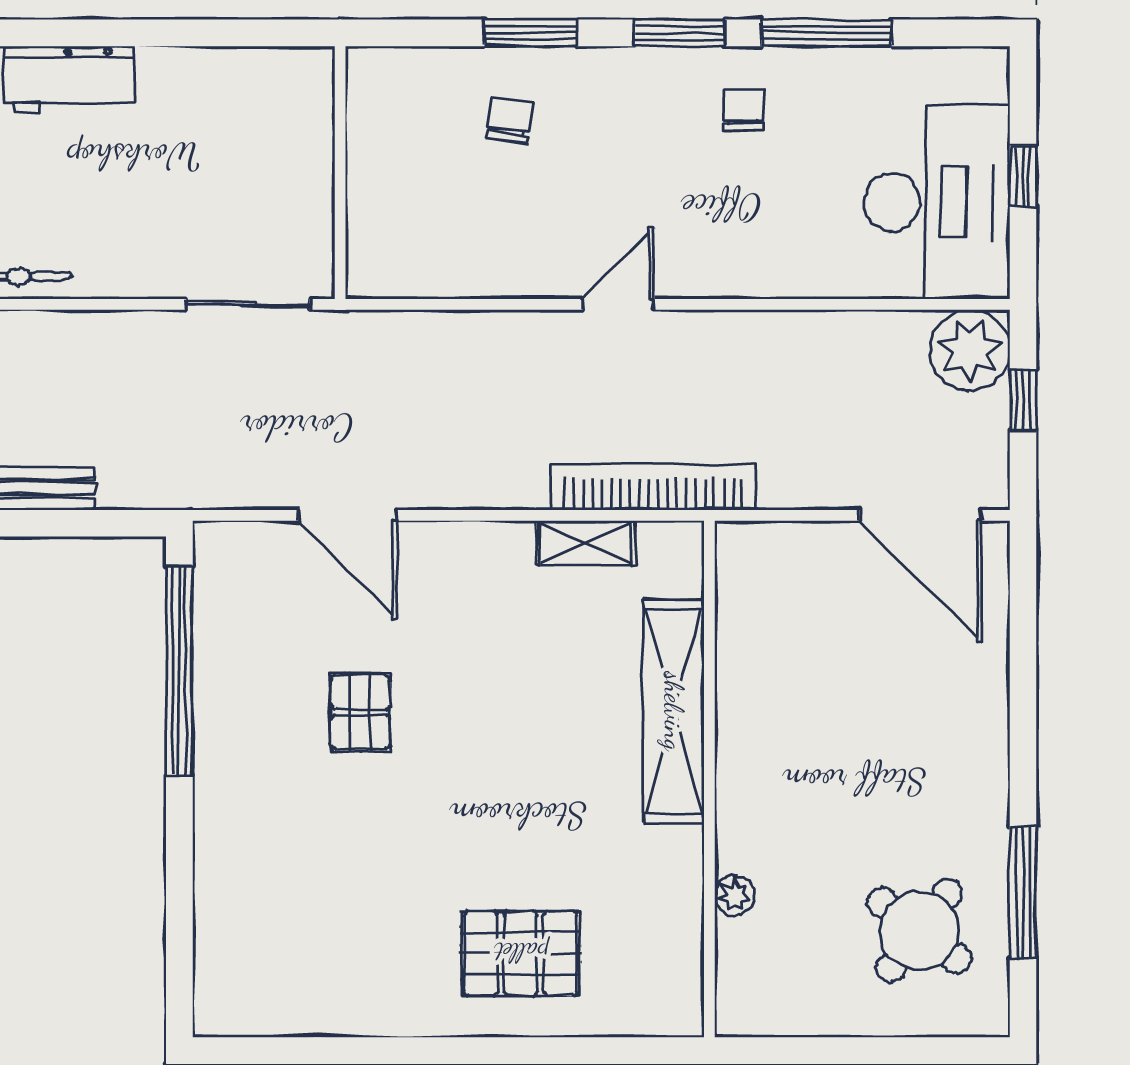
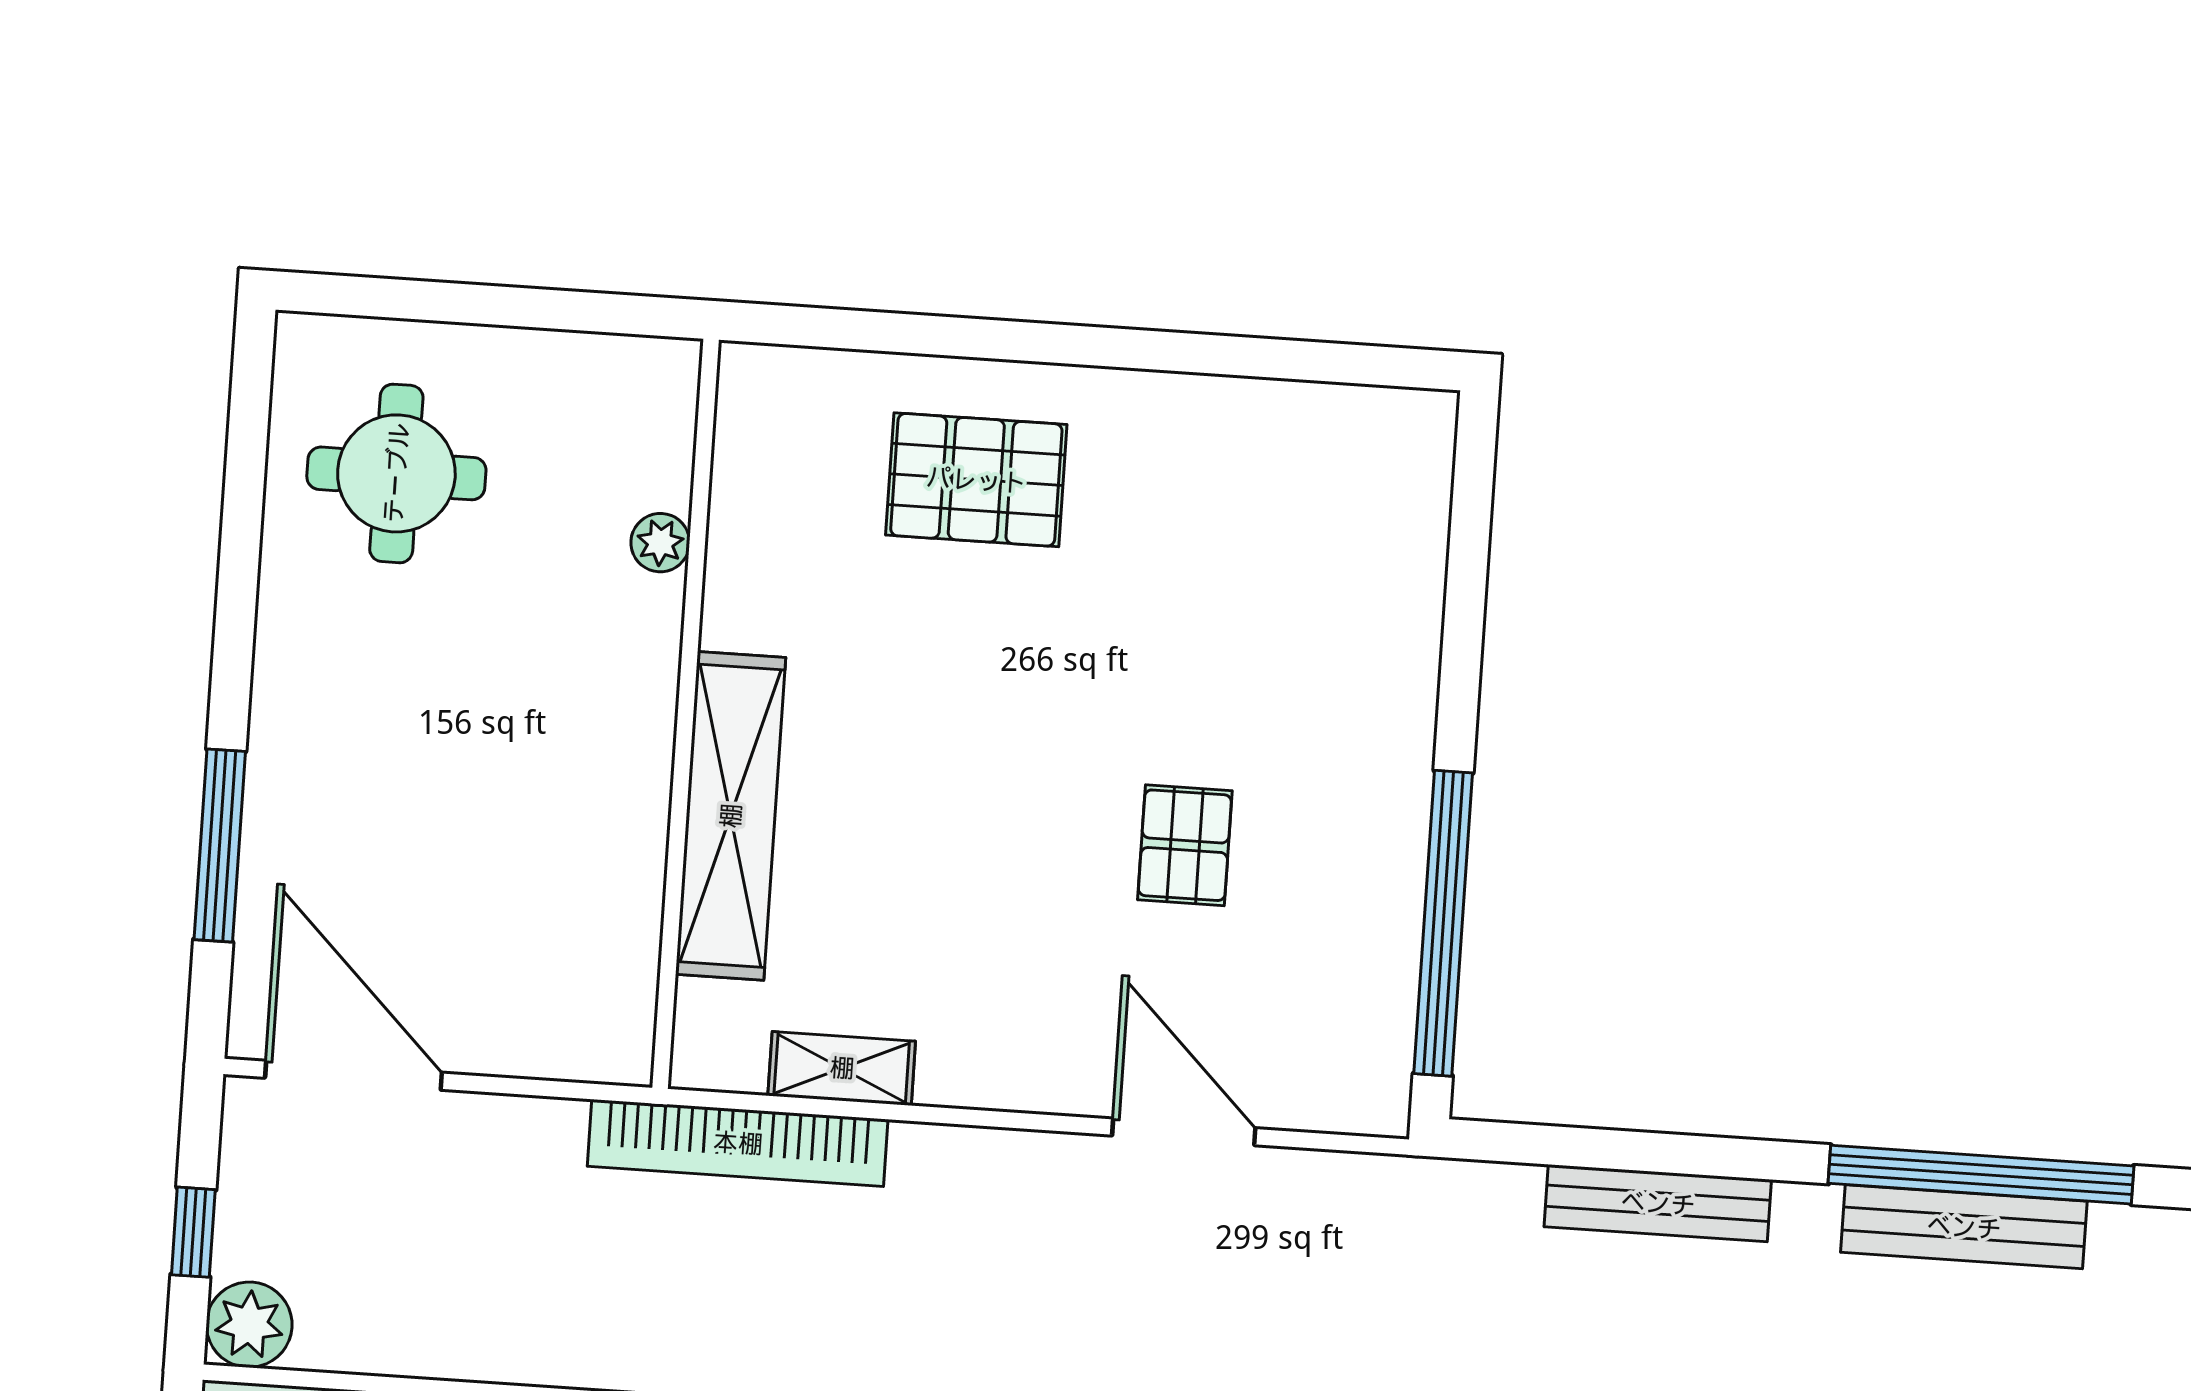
plant: (970, 350) -> (249, 1325), width x0.73, depth x0.73
window: (1023, 892) -> (220, 845), moved
round table: (919, 931) -> (396, 473), turned -37

